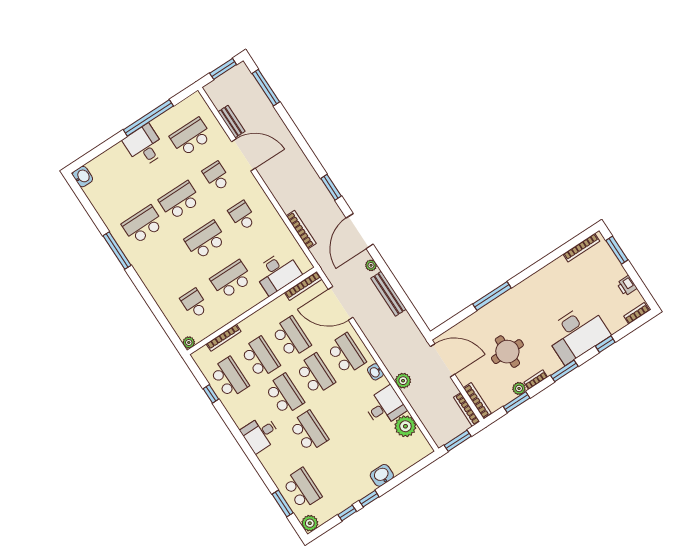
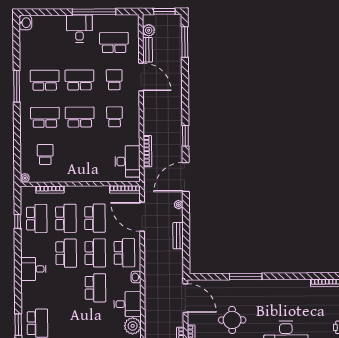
desk: (277, 273) -> (128, 161), moved, turned -90
school desk: (231, 279) -> (45, 117), moved
bench: (389, 294) -> (178, 236), width x0.73
plant: (403, 381) -> (149, 30), moved
school desk: (309, 431) -> (95, 288), moved

